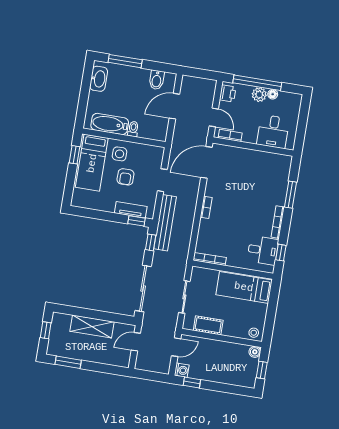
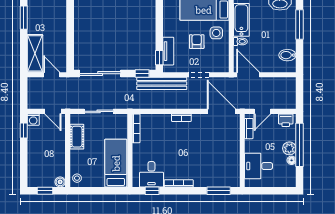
door: (174, 106) -> (248, 75), moved
armchair: (125, 177) -> (197, 42), turned 90
window: (290, 195) -> (219, 191), moved
shelving: (92, 327) -> (35, 53), moved

